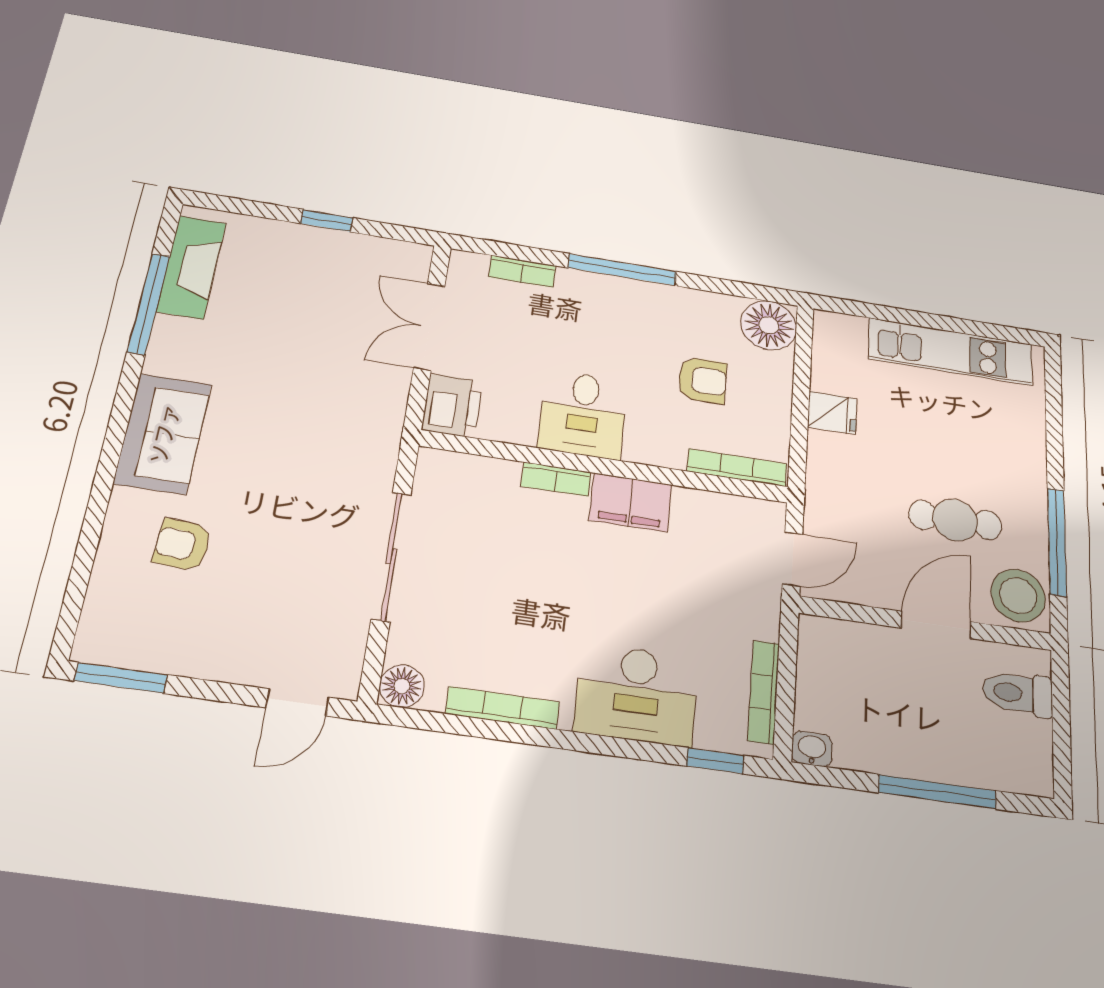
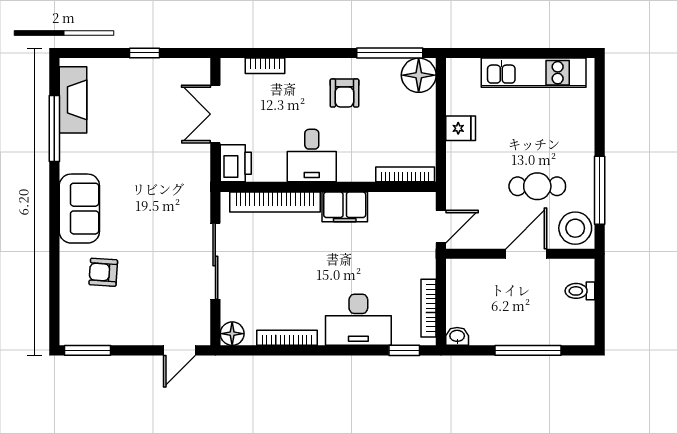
window: (622, 270) -> (390, 53), moved
armchair: (702, 380) -> (344, 93), moved, turned 90
bookcase: (556, 479) -> (275, 202), width x2.31, depth x1.31
toilet: (1018, 693) -> (580, 291), width x0.73, depth x0.72

